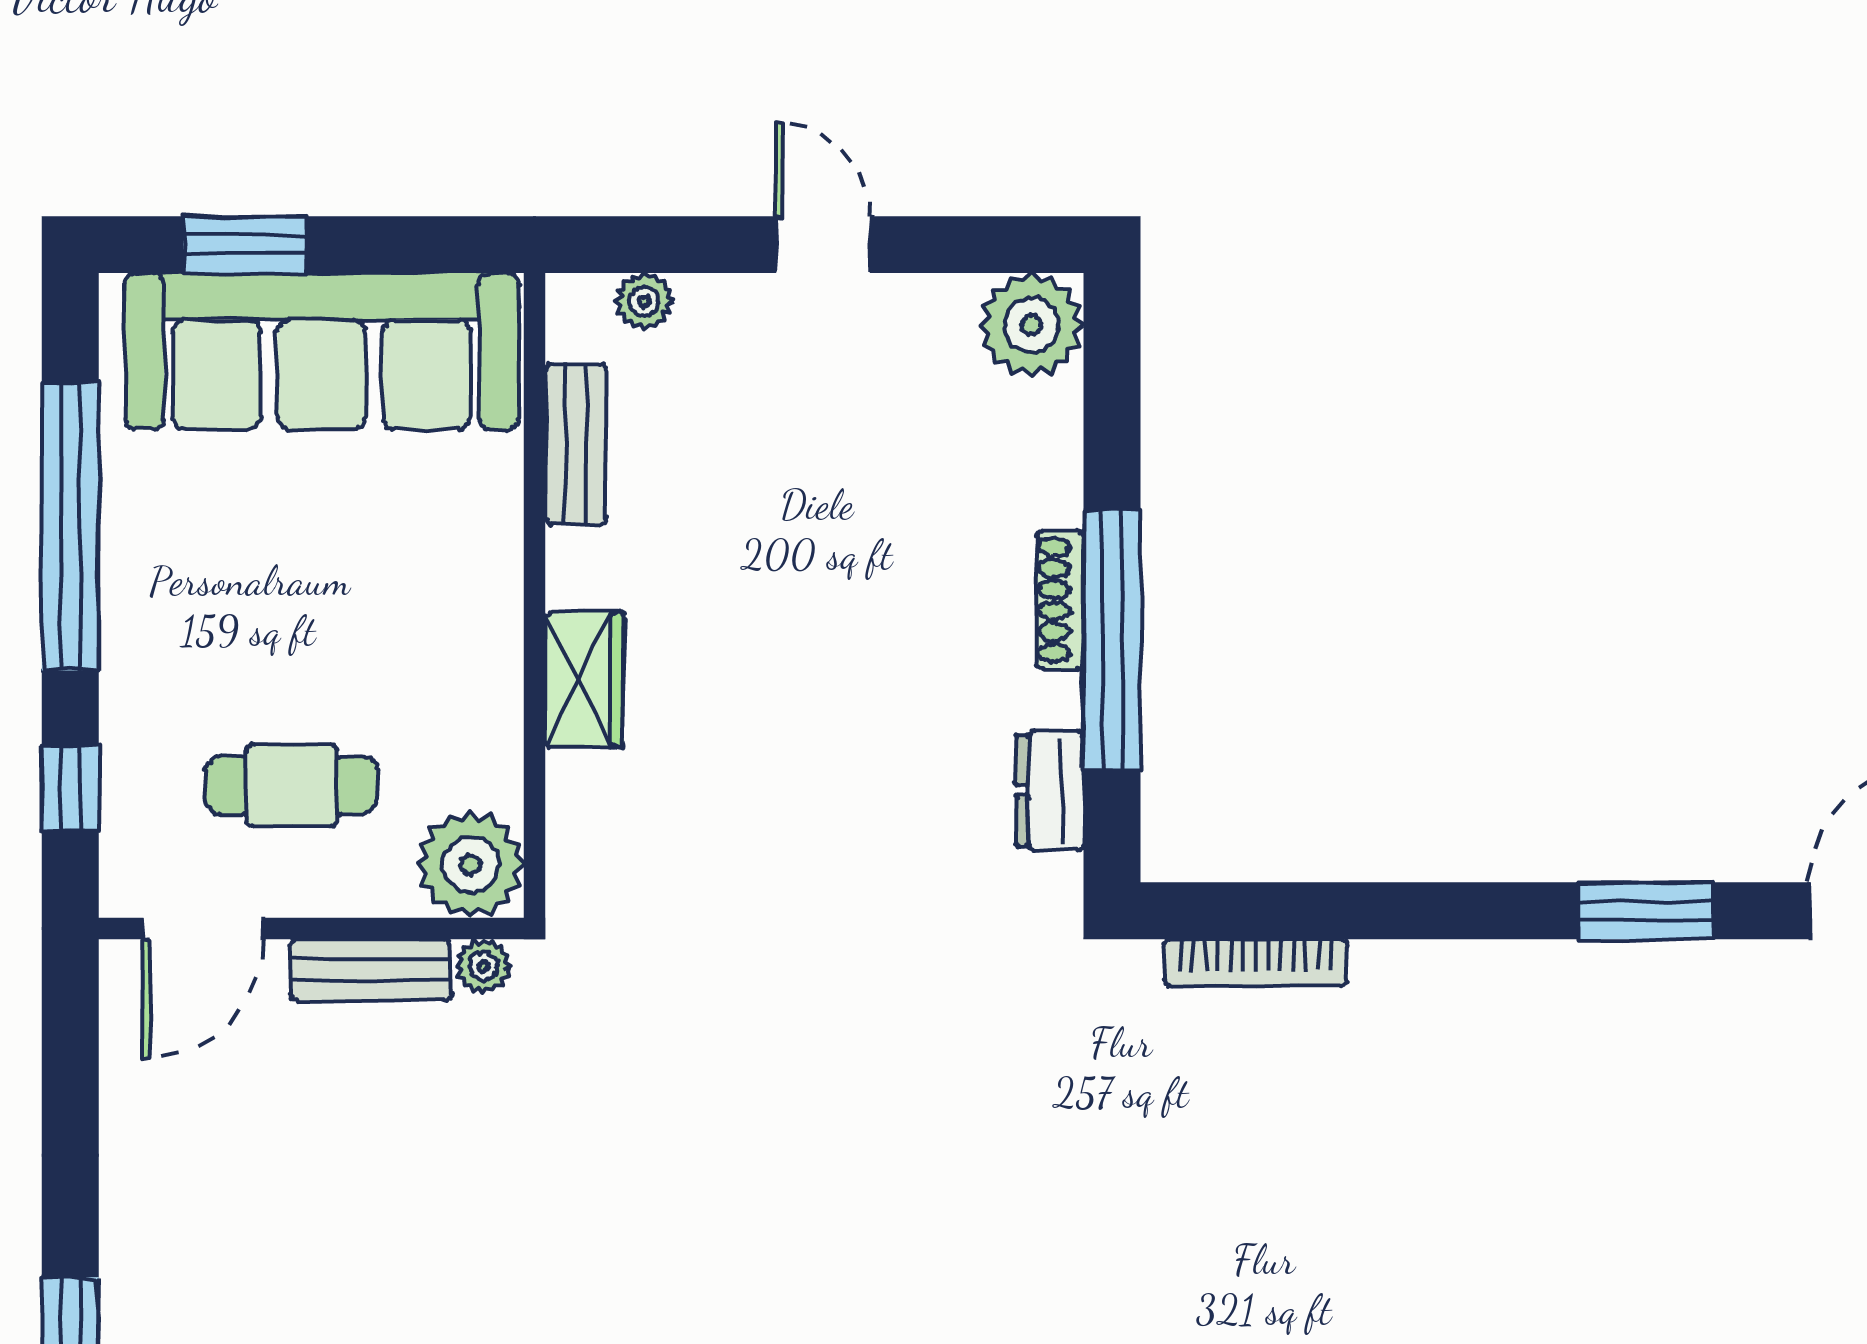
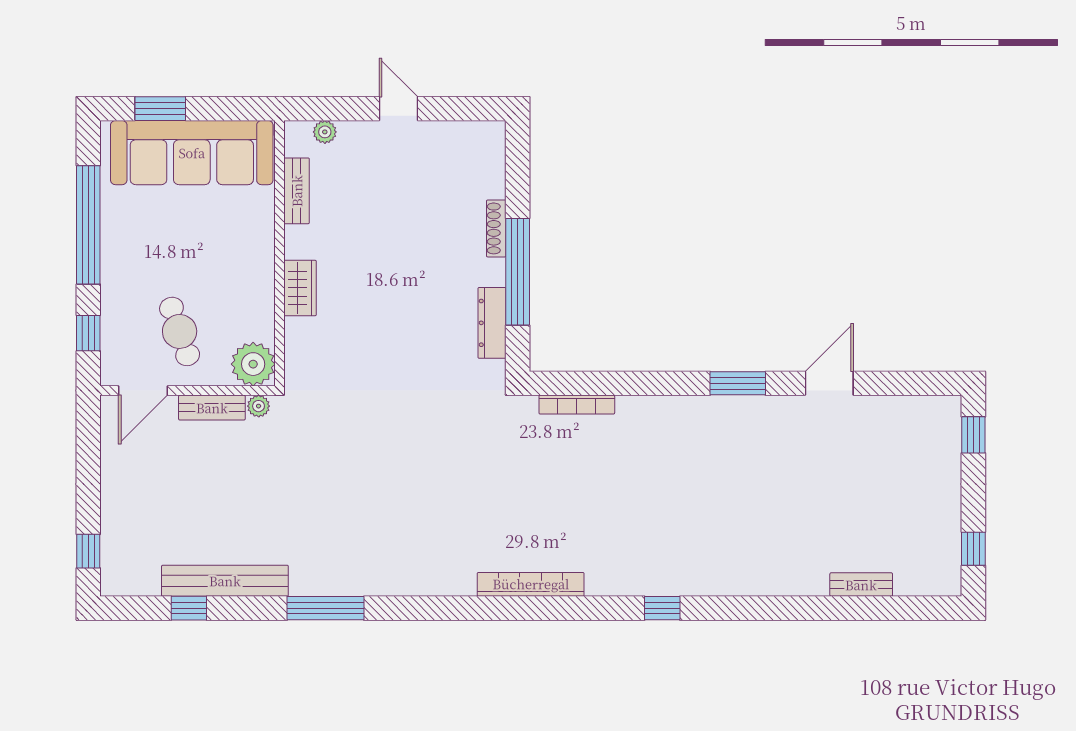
plant: (1032, 325) -> (484, 142), removed
shoe rack: (1060, 600) -> (496, 228), moved
cafe table: (292, 785) -> (180, 331), turned 71
dresser: (1050, 791) -> (492, 323), width x1.44

